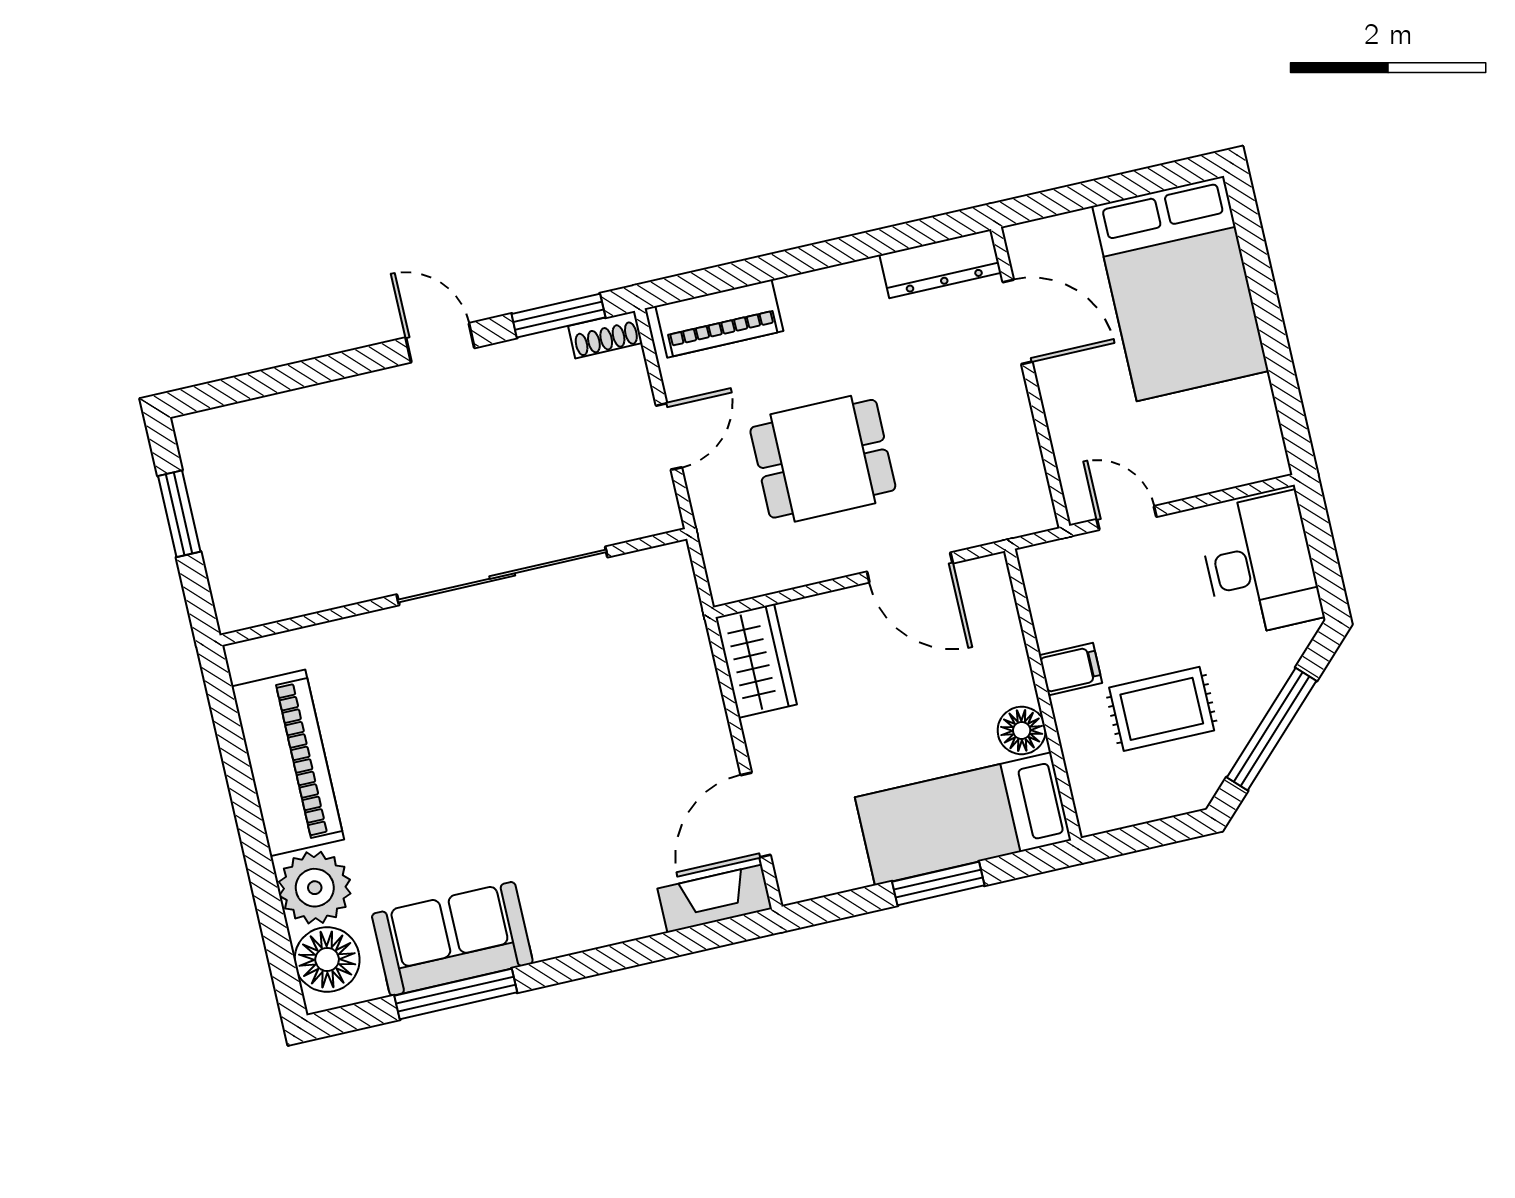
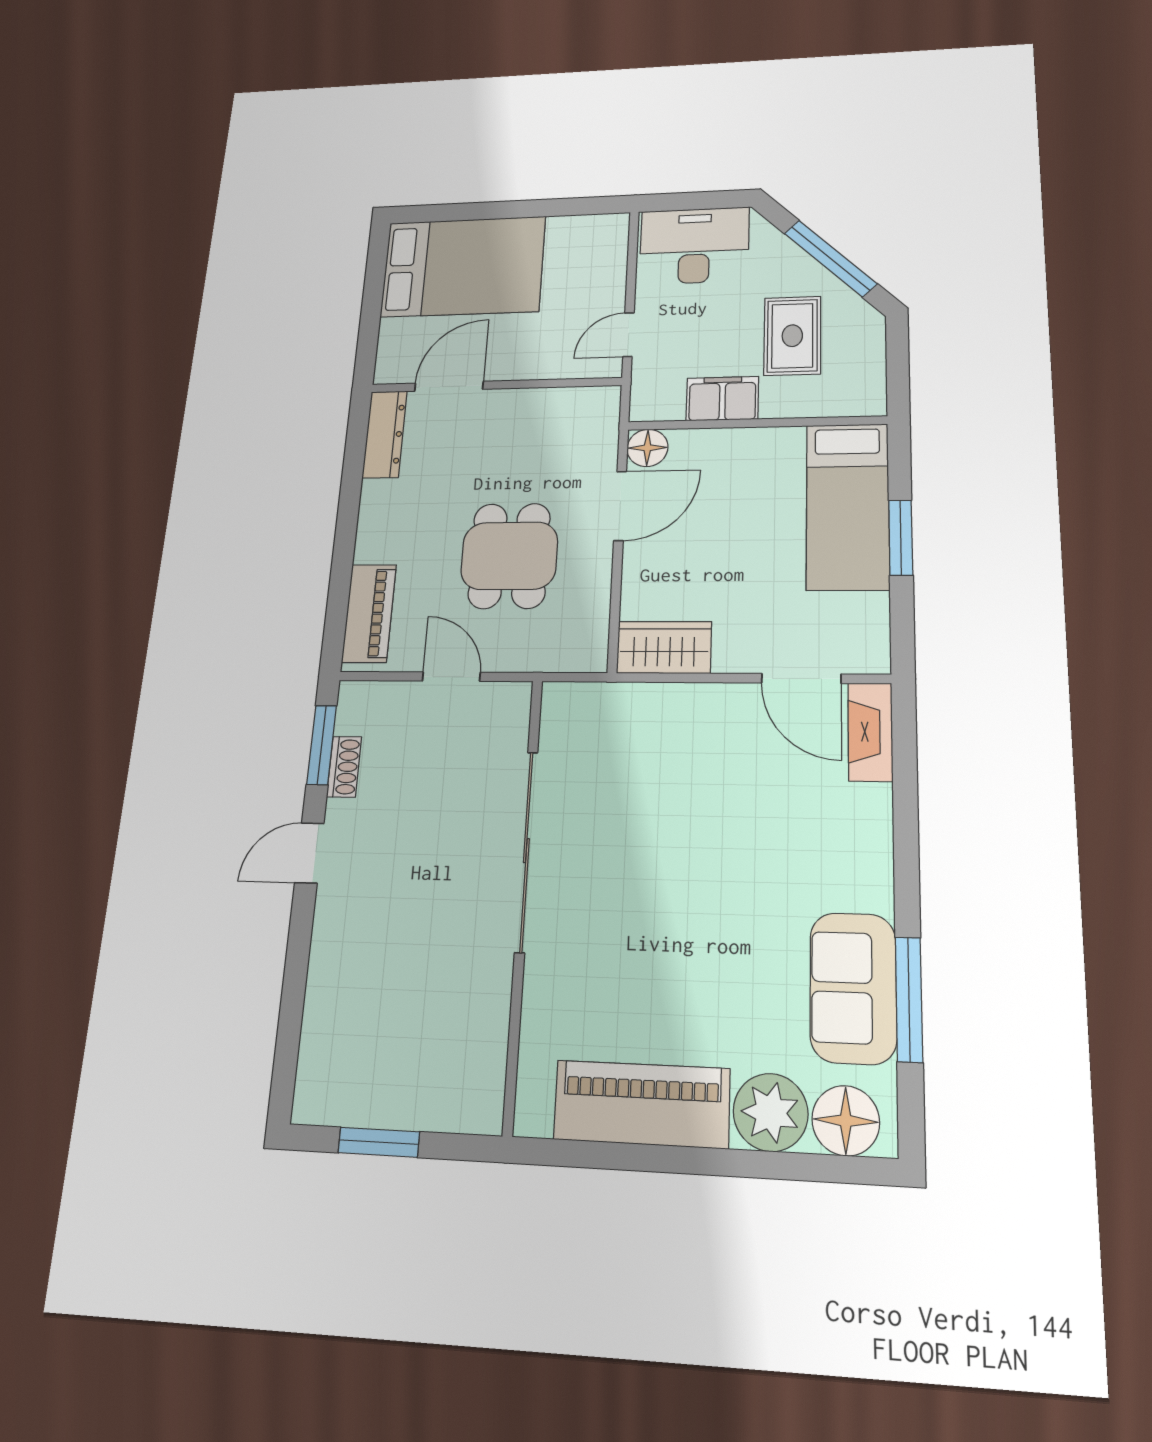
shoe rack: (605, 335) -> (344, 767), moved
filing cabinet: (1071, 669) -> (722, 399), width x2.00
floor lamp: (1022, 730) -> (647, 448), moved

